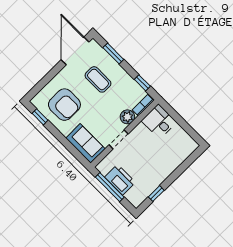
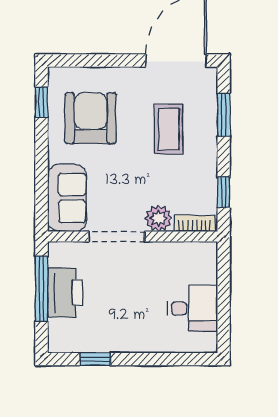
armchair: (64, 105) -> (91, 118), turned 180
desk: (159, 121) -> (193, 309), moved, turned 90
doorway: (119, 139) -> (117, 237), width x1.38

